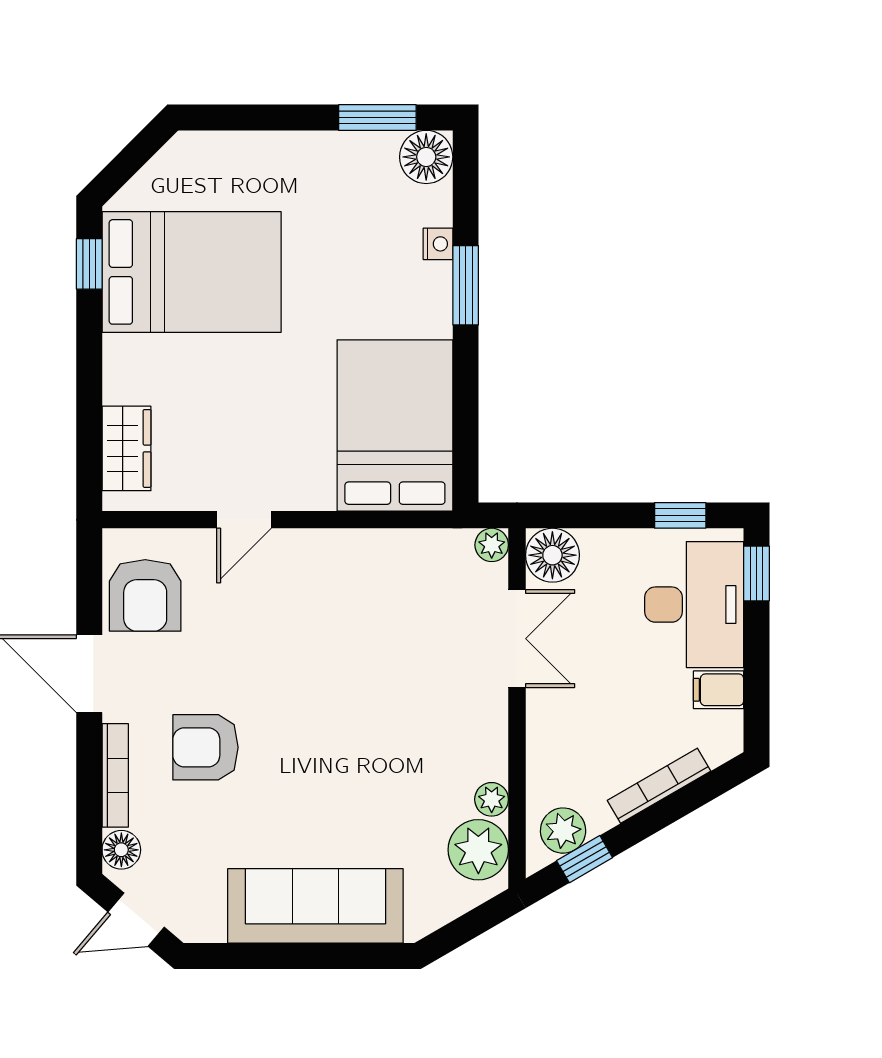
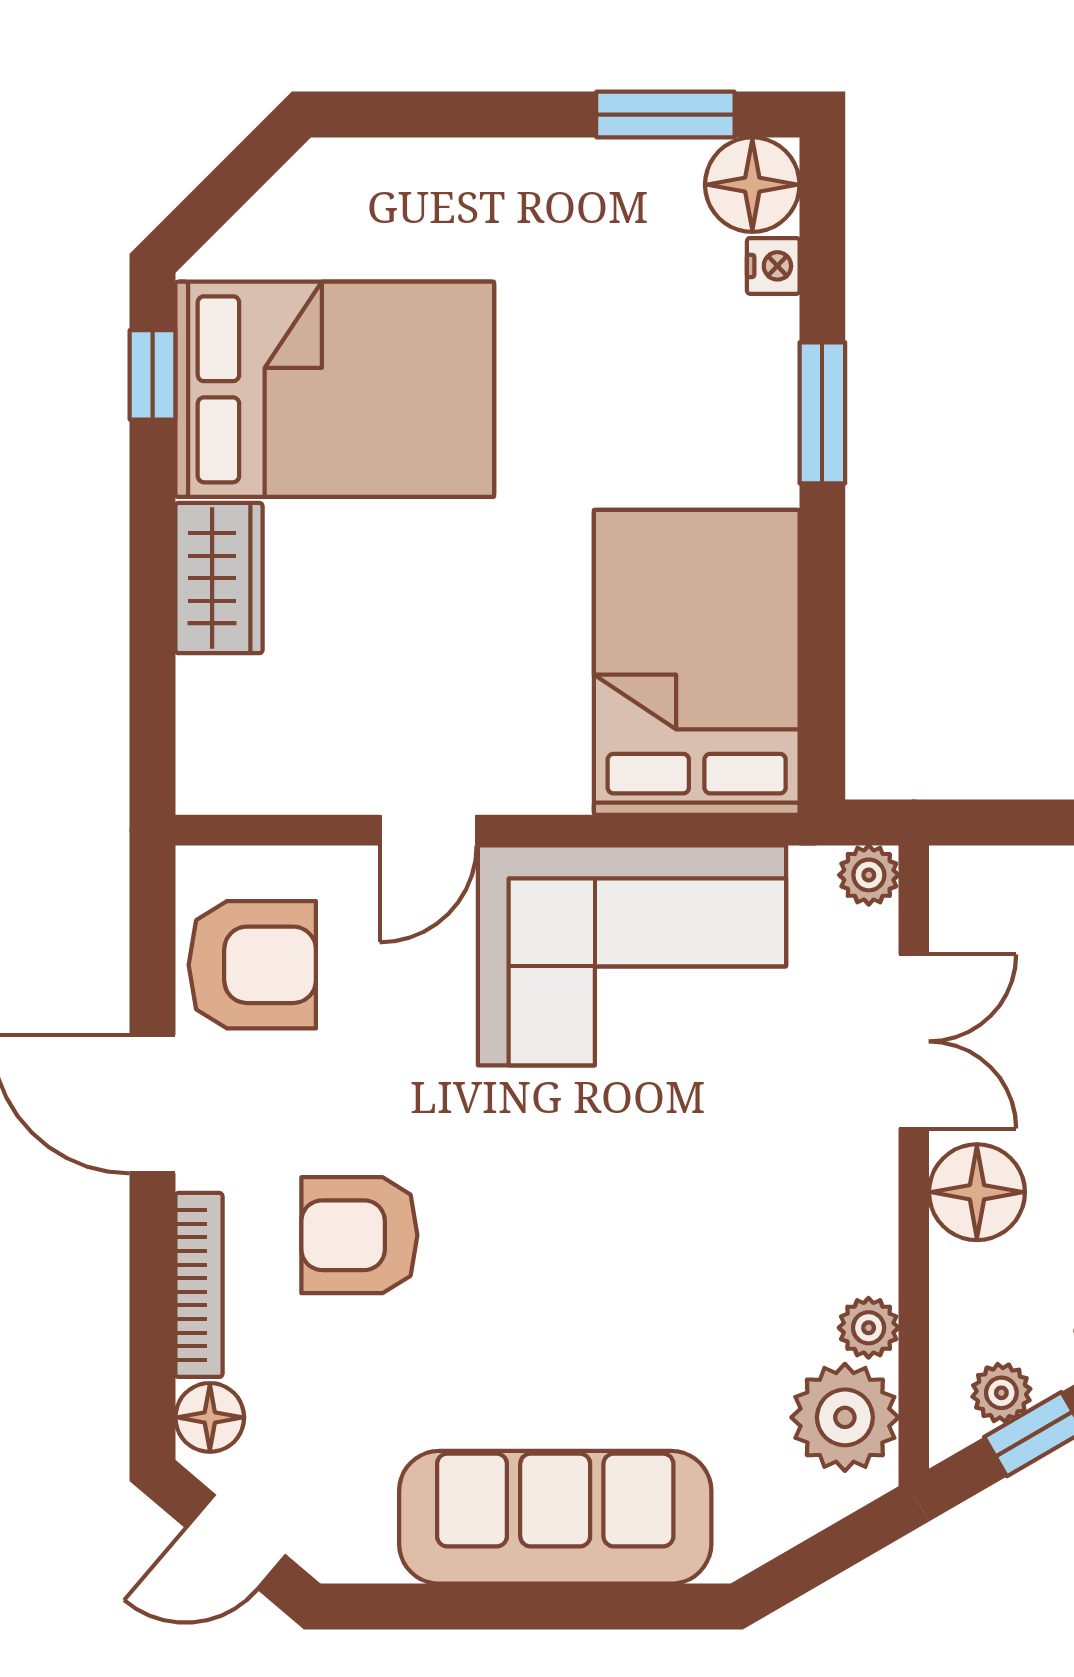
nightstand: (438, 244) -> (773, 266), moved
wardrobe: (126, 448) -> (219, 578), moved
floor lamp: (552, 555) -> (977, 1192), moved
corner sofa: (359, 590) -> (632, 955), added
armchair: (145, 595) -> (252, 965), turned -90
plant: (563, 831) -> (1001, 1393), width x0.73, depth x0.73

